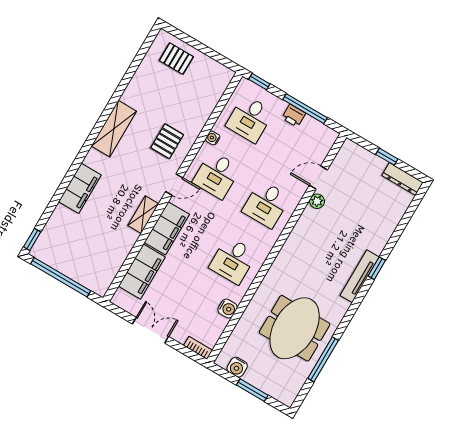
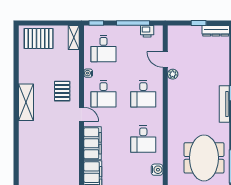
pallet: (176, 59) -> (39, 38), width x1.50, depth x1.42
printer: (294, 116) -> (147, 31), moved
door: (318, 178) -> (165, 60), hinge flipped
door: (174, 185) -> (82, 114), hinge flipped
filing cabinet: (80, 188) -> (27, 150), removed
shelving: (143, 215) -> (74, 38), moved

